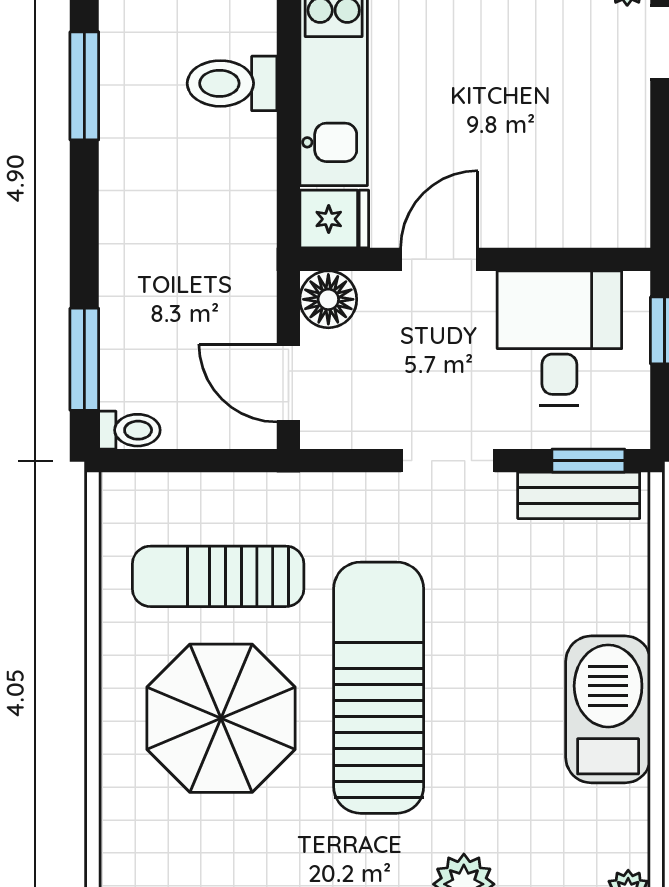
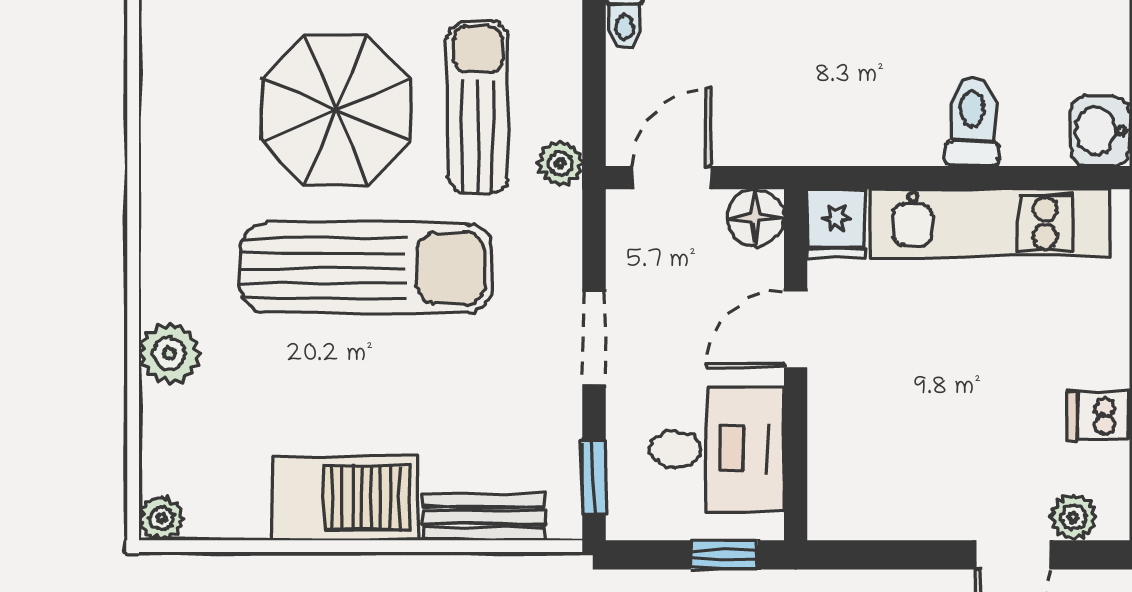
door: (439, 259) -> (796, 329), swing flipped
plant: (274, 494) -> (560, 163), added
bench: (579, 495) -> (484, 517), moved, turned 90

